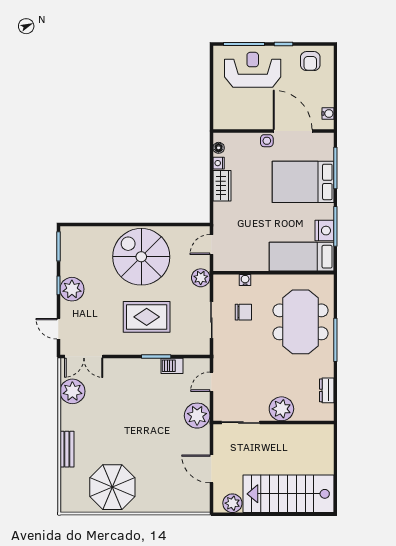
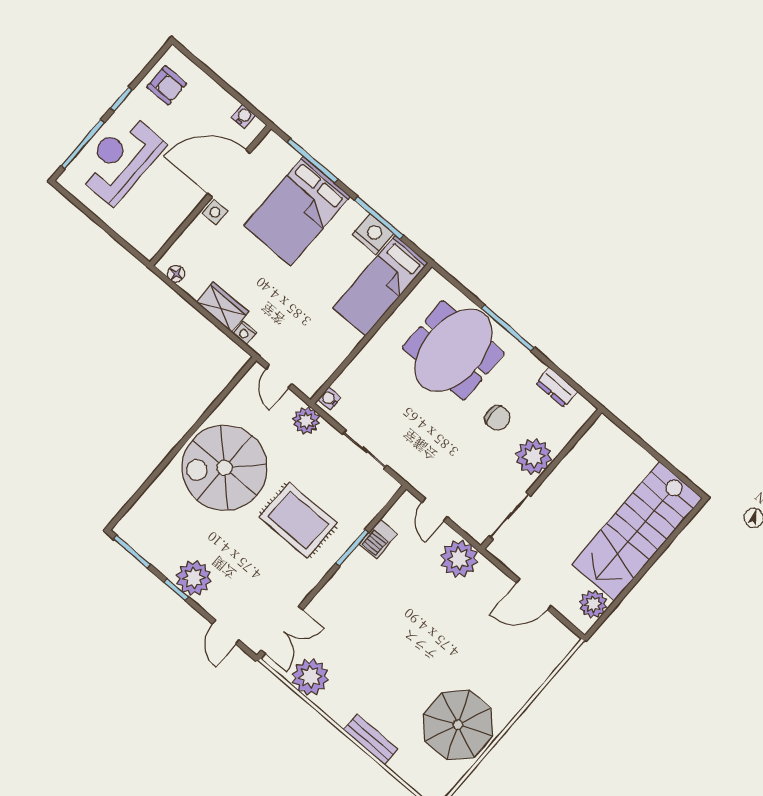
nightstand: (219, 163) -> (245, 333), moved
water cooler: (245, 280) -> (329, 399), moved
chair: (243, 312) -> (498, 418), moved, turned 90
rug: (147, 317) -> (298, 520), turned 90
meeting table: (300, 322) -> (453, 350), turned 90
door: (58, 329) -> (226, 632), hinge flipped

